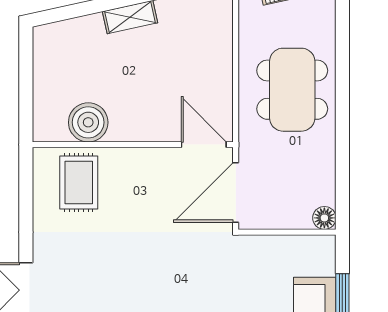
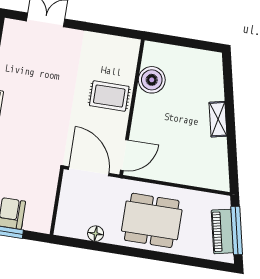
rug: (79, 182) -> (109, 96), moved
floor lamp: (324, 218) -> (96, 234), moved

